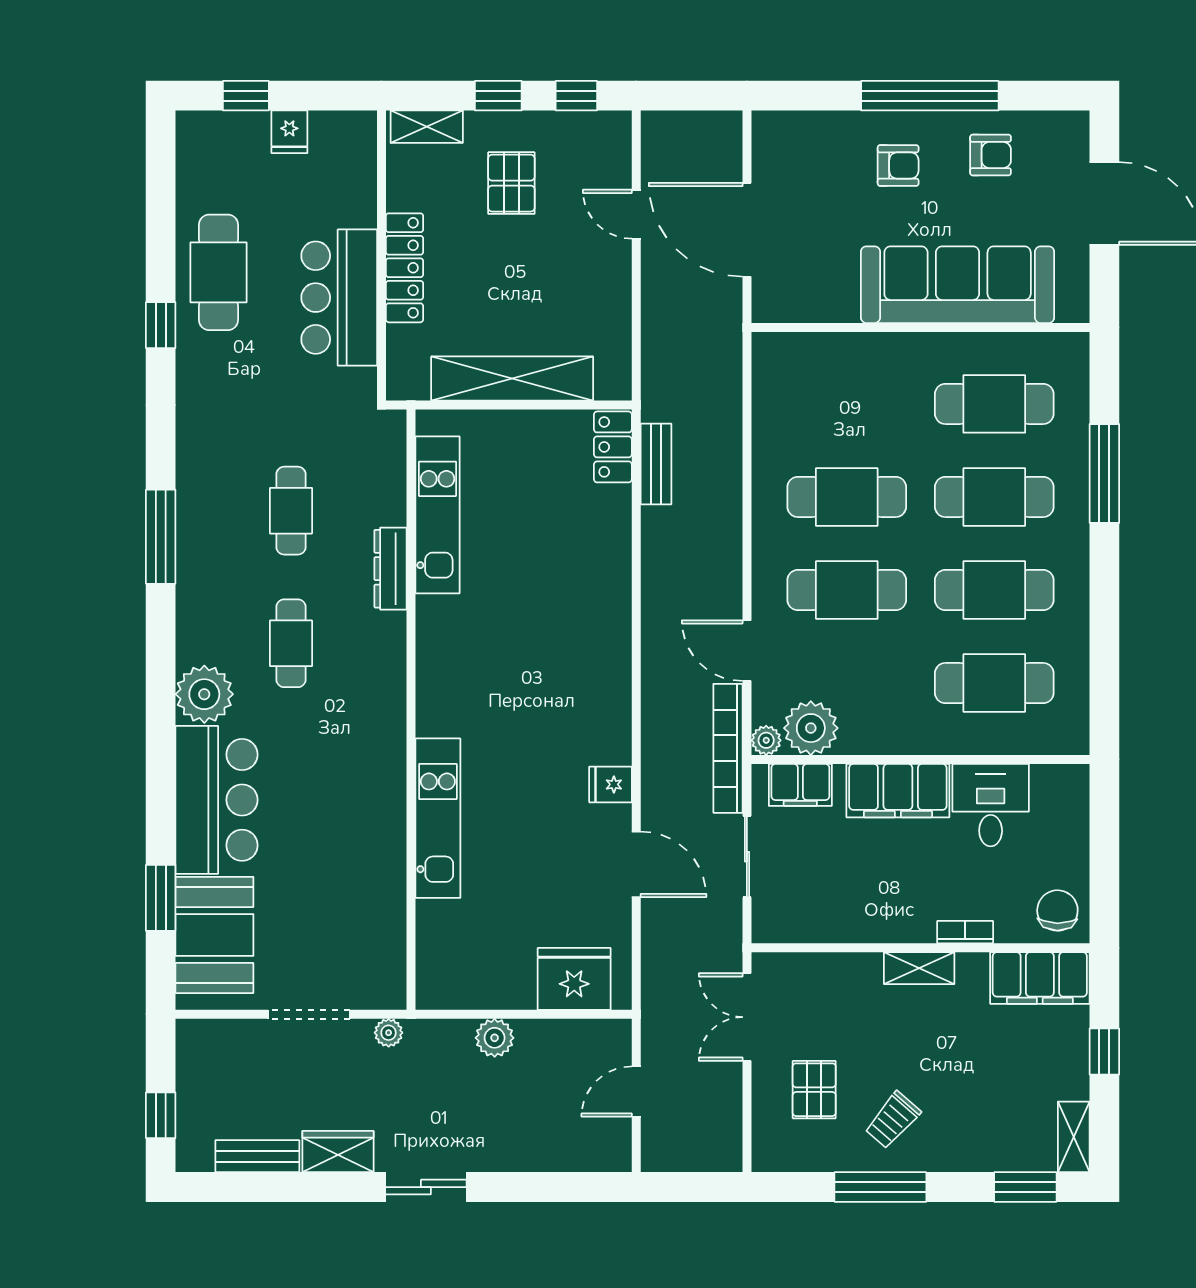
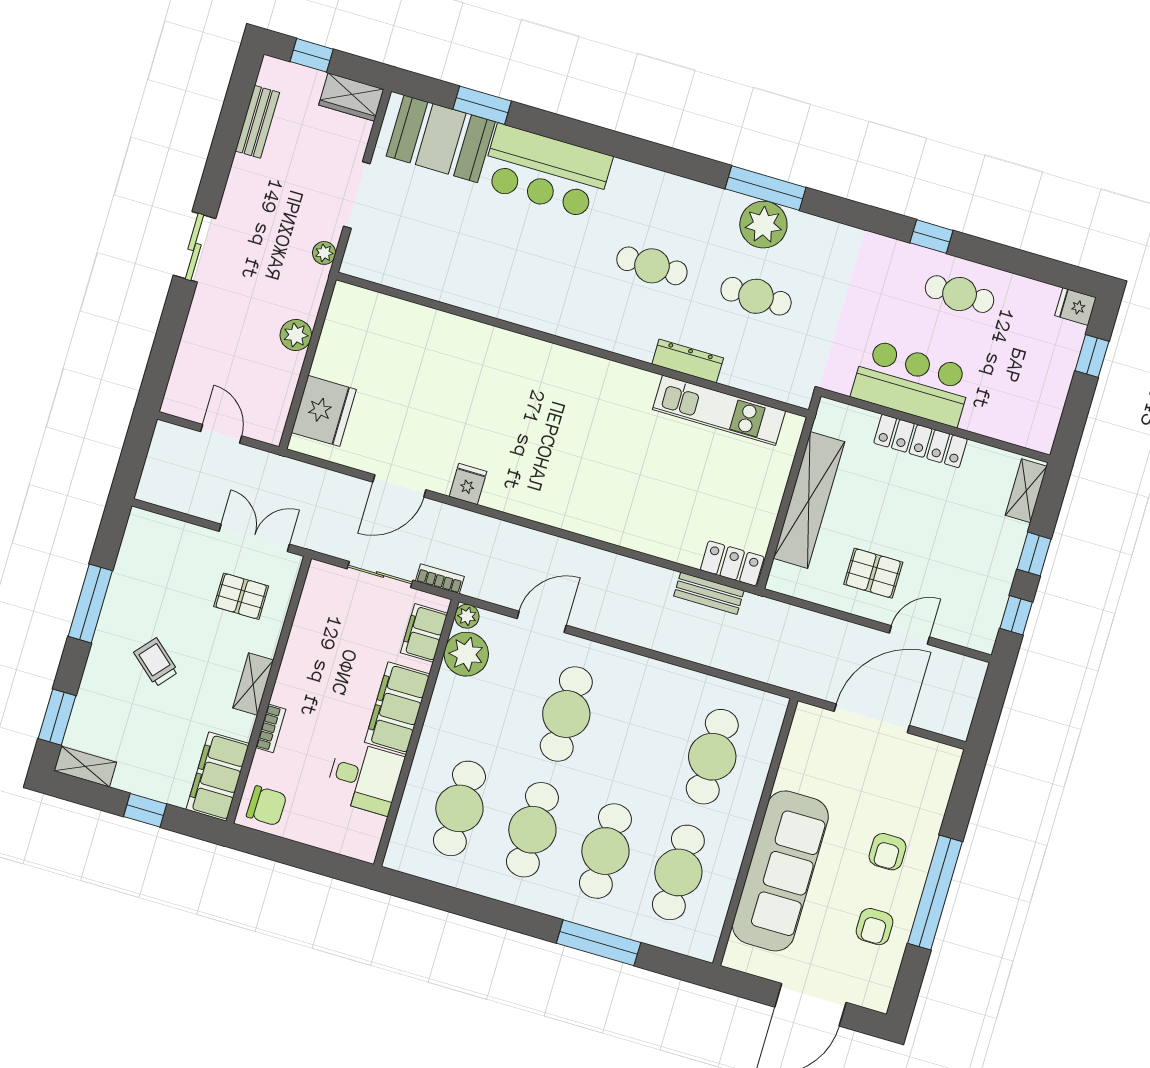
fridge: (289, 132) -> (1076, 307), moved
pallet: (511, 183) -> (873, 573), moved
cafe table: (219, 272) -> (960, 294), width x0.73, depth x0.74
cafe table: (847, 497) -> (712, 757), moved
plant: (204, 694) -> (763, 225), moved
bookcase: (728, 748) -> (440, 579), width x0.43, depth x0.76
kitchen unit: (438, 818) -> (481, 341), removed
pallet: (814, 1090) -> (241, 596), moved
trolley: (893, 1120) -> (156, 662), moved
wardrobe: (338, 1152) -> (351, 97), moved, turned 90

